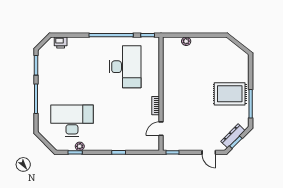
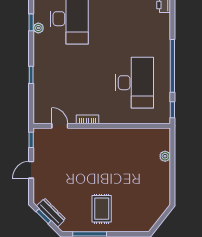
desk: (125, 67) -> (134, 83), turned -90
rug: (230, 94) -> (102, 209), width x0.73, depth x0.70
door: (209, 152) -> (31, 170), moved

